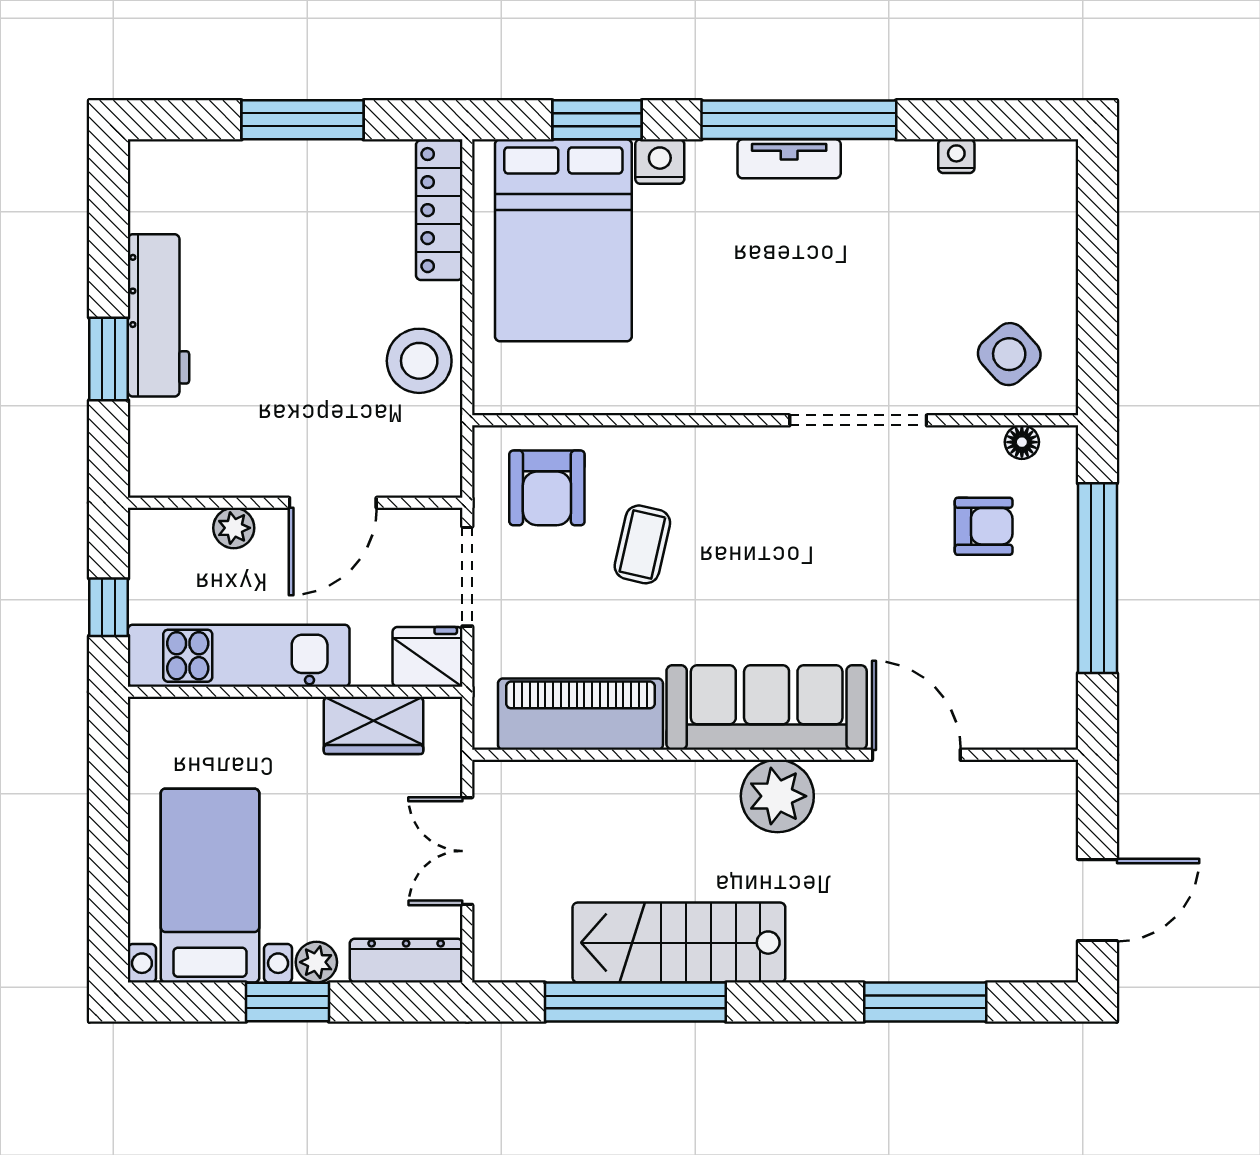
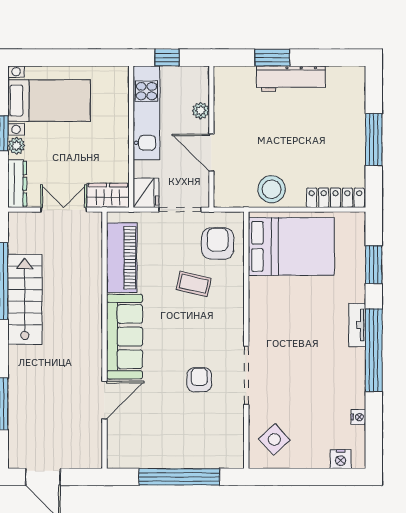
tv unit: (789, 159) -> (357, 325), moved
nightstand: (660, 162) -> (341, 459), moved, turned 90
bed: (563, 240) -> (291, 246), moved, turned 180
floor lamp: (1022, 442) -> (237, 445), removed
armchair: (547, 488) -> (218, 243), turned 90
armchair: (984, 526) -> (199, 380), moved, turned 180
wardrobe: (374, 725) -> (108, 195), moved, turned 90
plant: (777, 796) -> (87, 341), removed

